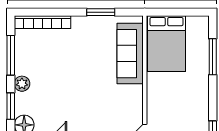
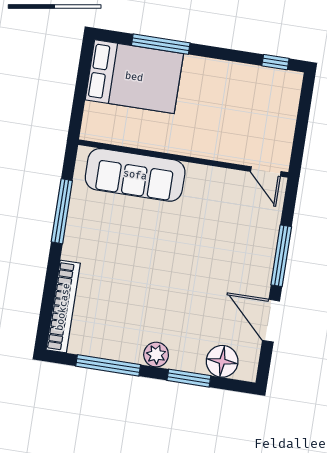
window: (101, 12) -> (62, 211), width x1.44
bed: (166, 44) -> (134, 77), moved

